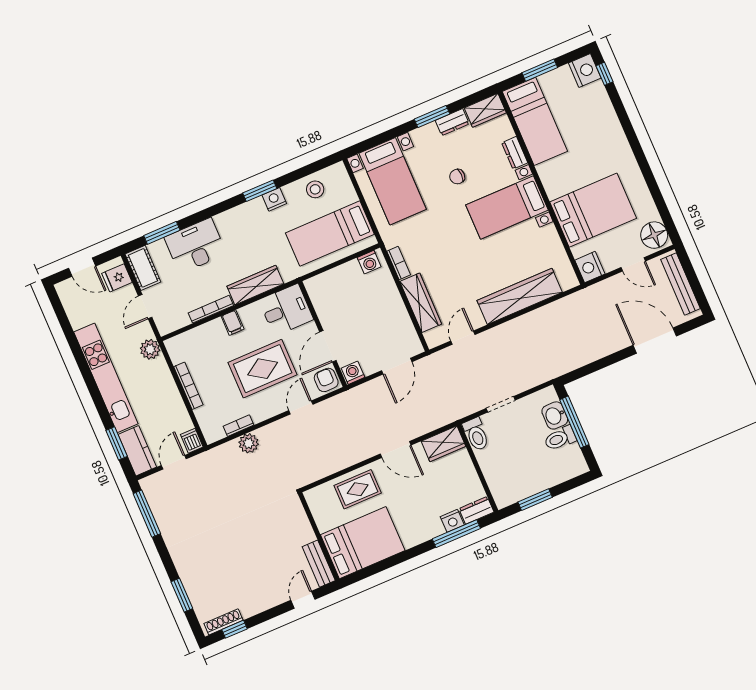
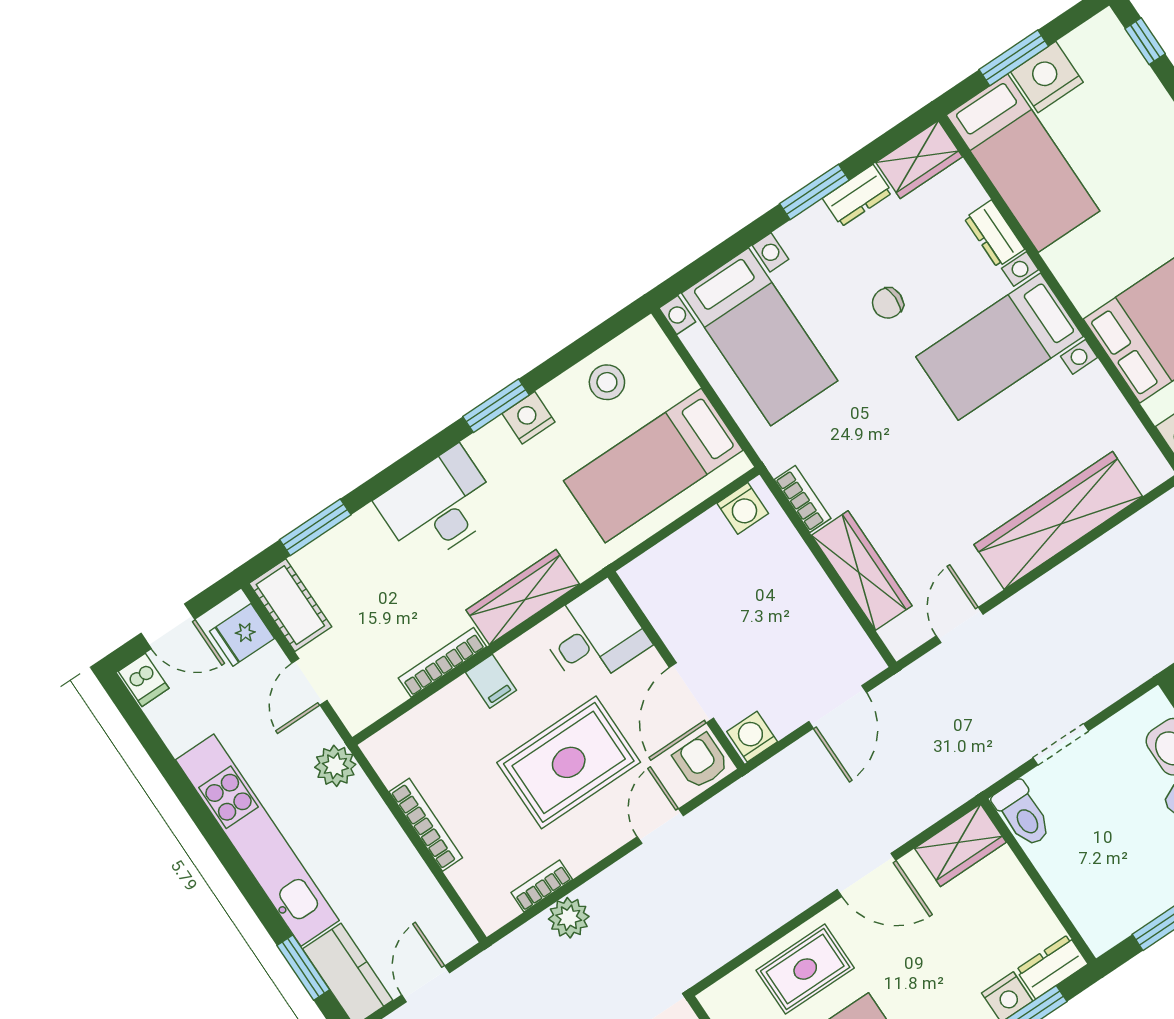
nightstand: (585, 71) -> (1047, 77), moved, turned -90
desk: (195, 246) -> (439, 506), moved
dishwasher: (192, 441) -> (144, 680), moved, turned 180

